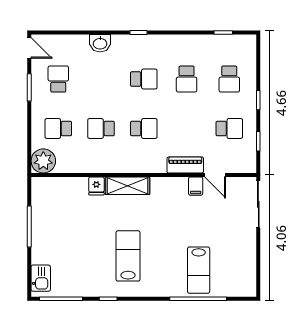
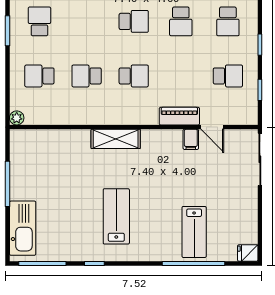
plant: (43, 161) -> (17, 118), width x0.53, depth x0.53
fridge: (96, 186) -> (248, 253), moved, turned 90
kitchen sink: (41, 278) -> (23, 228), width x1.87, depth x1.24

